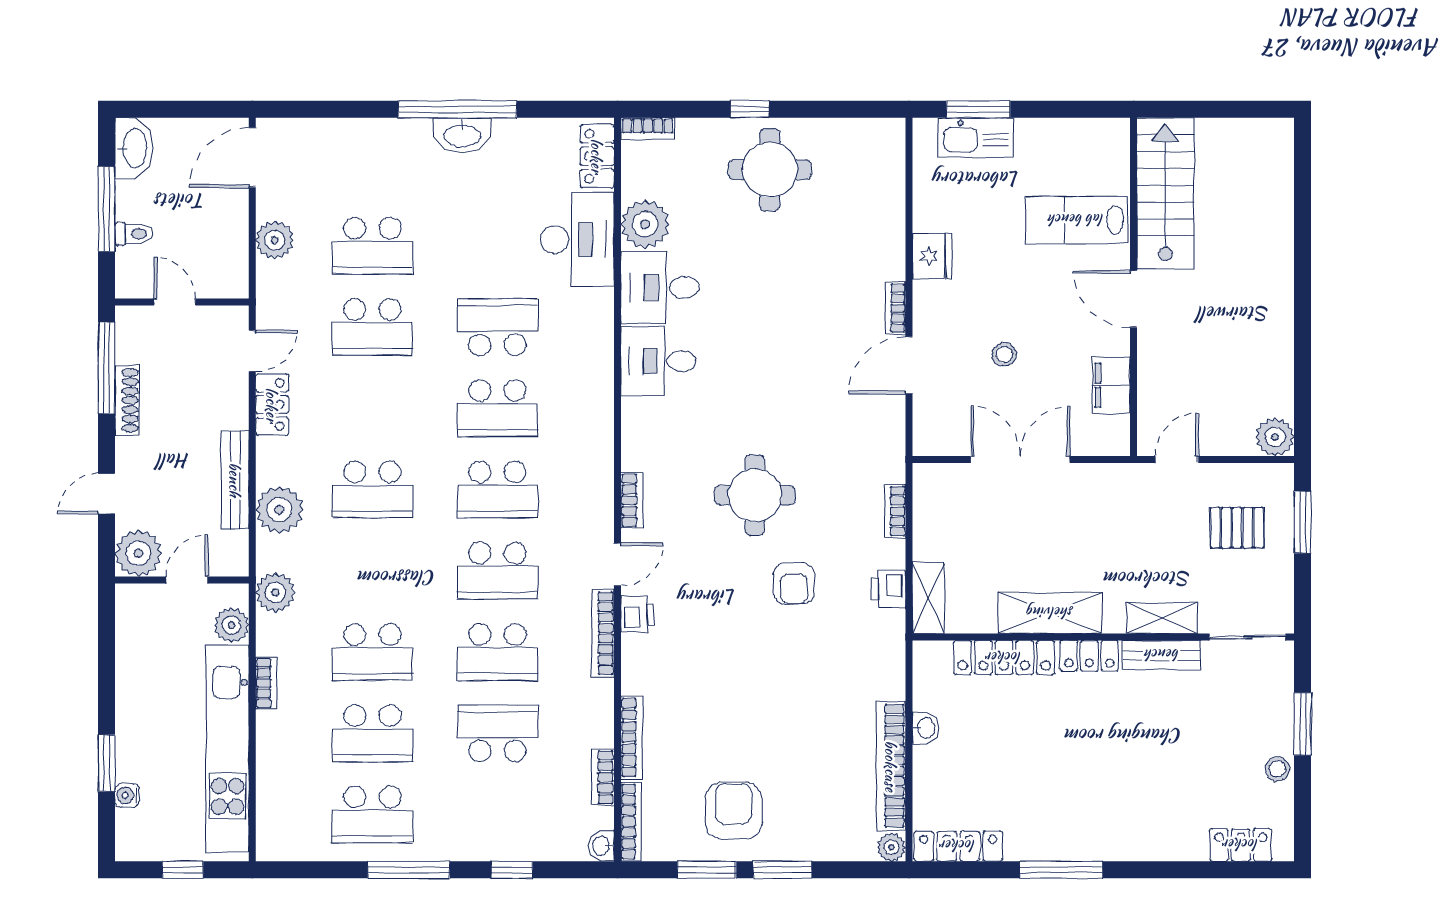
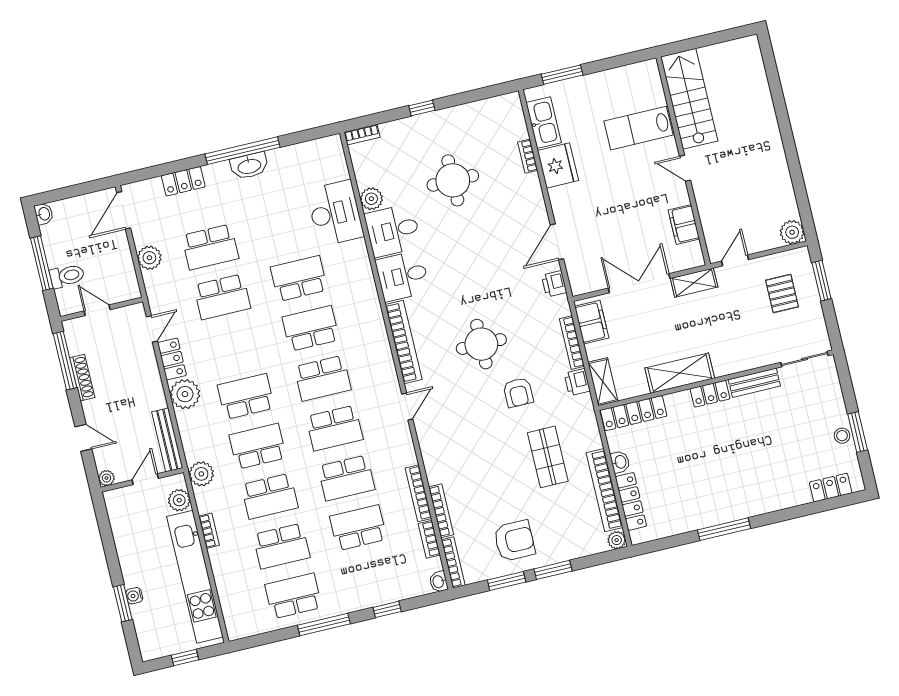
kitchen sink: (975, 138) -> (544, 123), moved, turned -90
washbasin: (134, 148) -> (44, 214), width x0.52, depth x0.69
locker: (597, 156) -> (183, 181), moved, turned -90
round table: (770, 170) -> (453, 180), moved
plant: (645, 224) -> (371, 199), width x0.73, depth x0.73
toilet: (134, 234) -> (67, 276), width x1.37, depth x1.39
fridge: (932, 256) -> (558, 165), width x1.36, depth x1.34
door: (1133, 299) -> (685, 168), width x0.73
bookcase: (895, 308) -> (528, 156), moved
stool: (1004, 354) -> (614, 221), removed
school desk: (497, 408) -> (311, 328), turned 180
bench: (235, 480) -> (167, 440), moved
school desk: (372, 490) -> (246, 396), turned 180
door: (107, 494) -> (83, 438), swing flipped
bookcase: (632, 500) -> (404, 342), width x2.31, depth x1.31
filing cabinet: (933, 502) -> (592, 322), added
plant: (279, 510) -> (185, 394), moved
bookcase: (895, 511) -> (572, 343), width x1.56
pallet: (1237, 528) -> (782, 294), turned 90
plant: (138, 553) -> (106, 478), width x0.53, depth x0.53
school desk: (372, 571) -> (258, 446), added
printer: (637, 614) -> (554, 284), moved, turned 180
shelving: (1162, 618) -> (694, 283), moved
bookcase: (603, 633) -> (418, 493), moved
locker: (1004, 658) -> (634, 413), moved
shop shelf: (816, 694) -> (548, 457), added
window: (1303, 724) -> (858, 432), moved
water cooler: (127, 795) -> (134, 596), moved
armchair: (733, 811) -> (514, 541), turned 90
school desk: (372, 815) -> (293, 596), turned 180
locker: (958, 846) -> (631, 501), moved, turned 90

